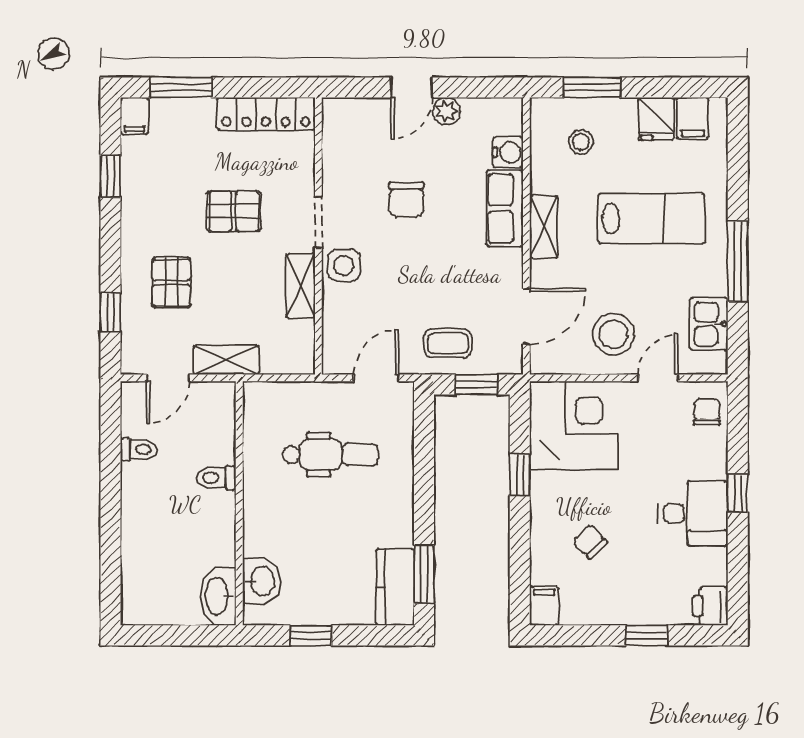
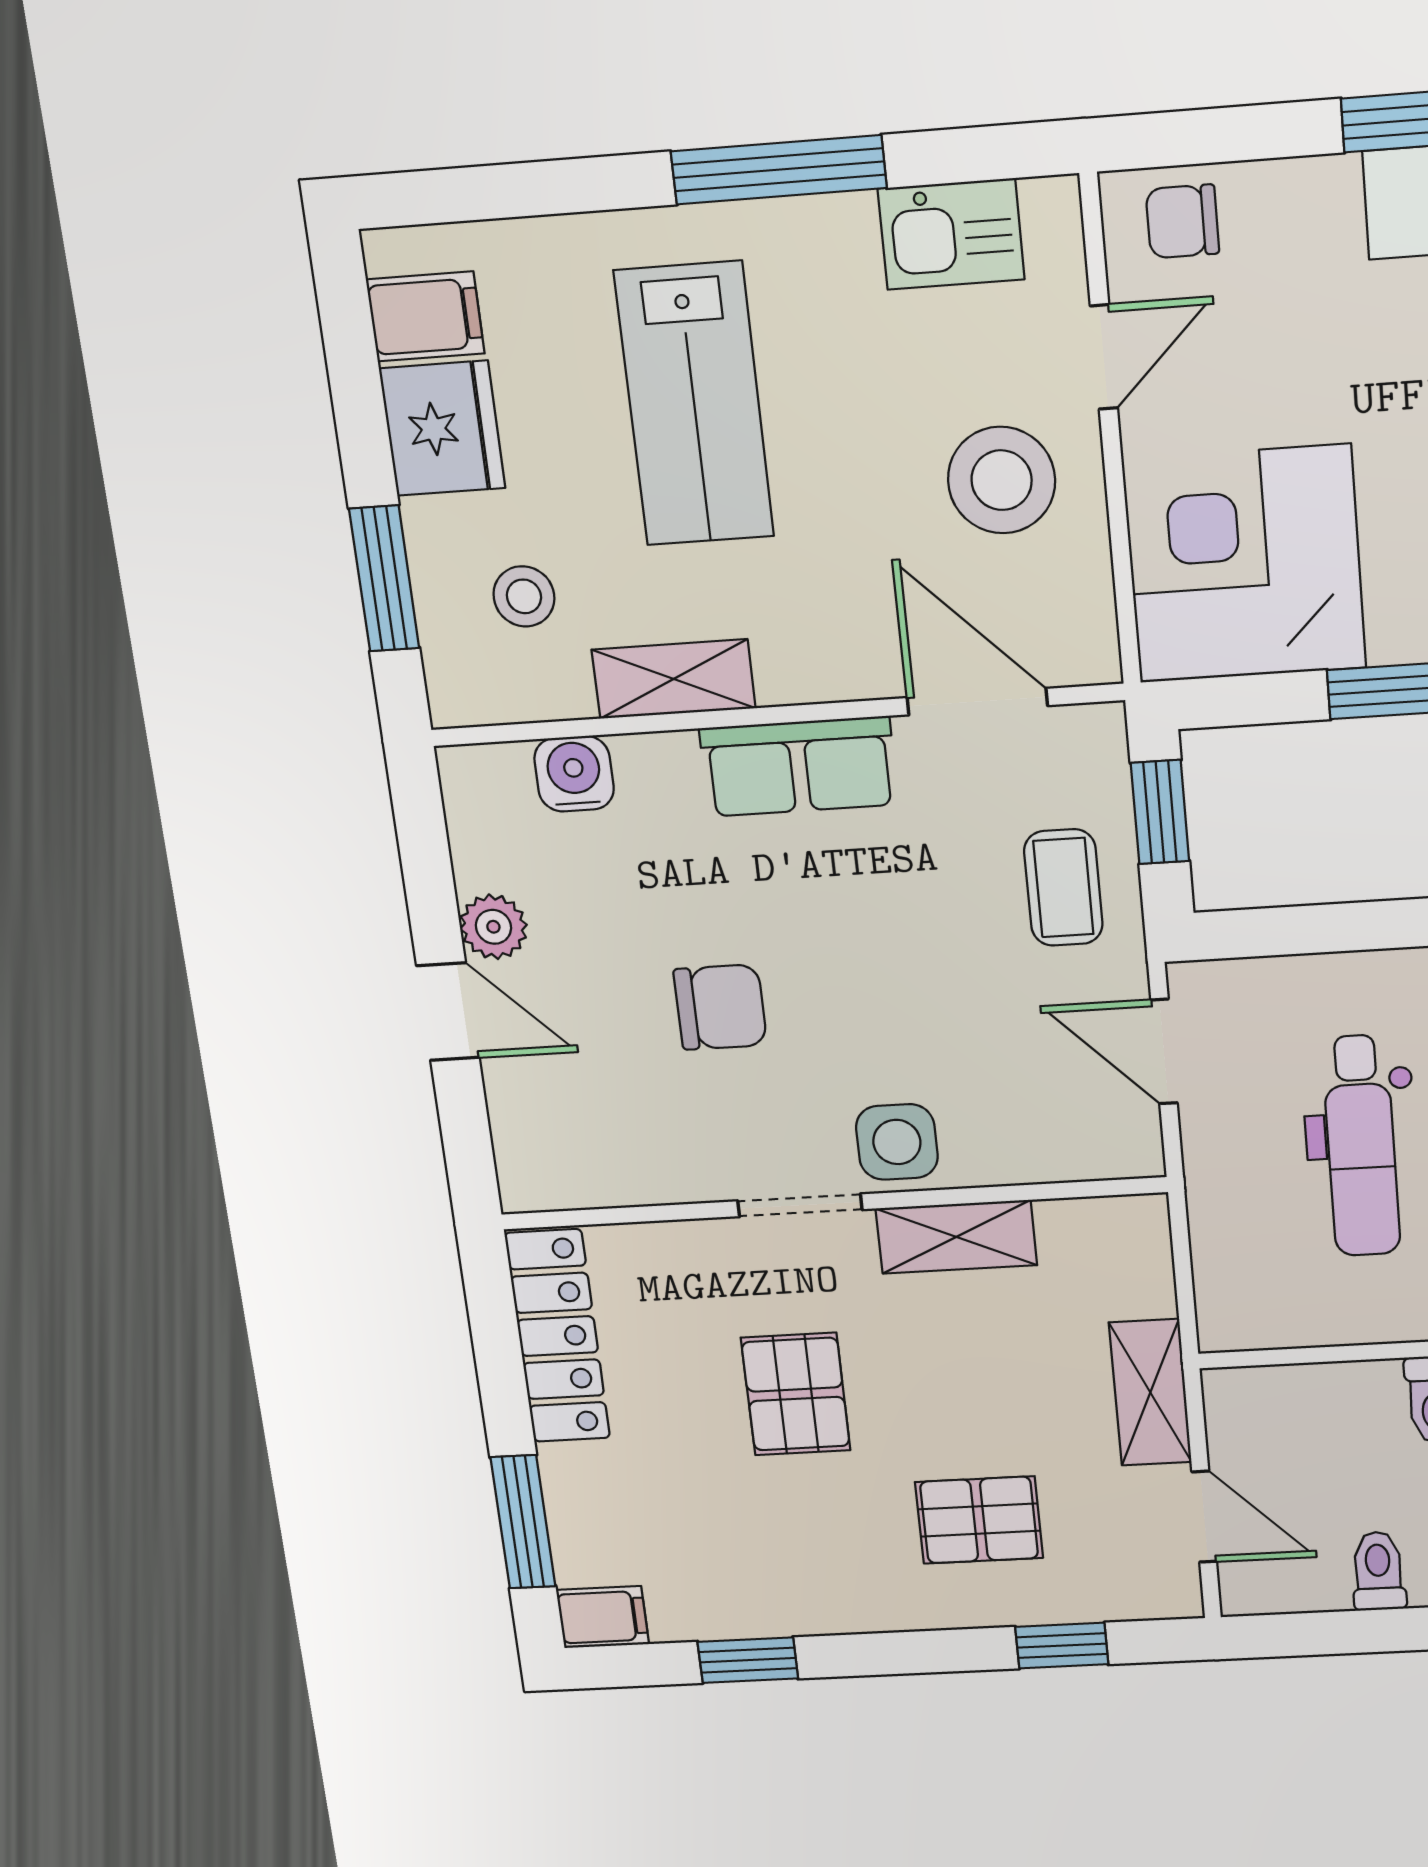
fridge: (656, 119) -> (442, 428), width x1.38
row of seats: (505, 208) -> (799, 766), moved
lab bench: (651, 218) -> (694, 404), turned 180
shelving: (544, 227) -> (674, 679), moved
door: (658, 378) -> (1104, 357), swing flipped
dental chair: (330, 455) -> (1361, 1146), turned 180

